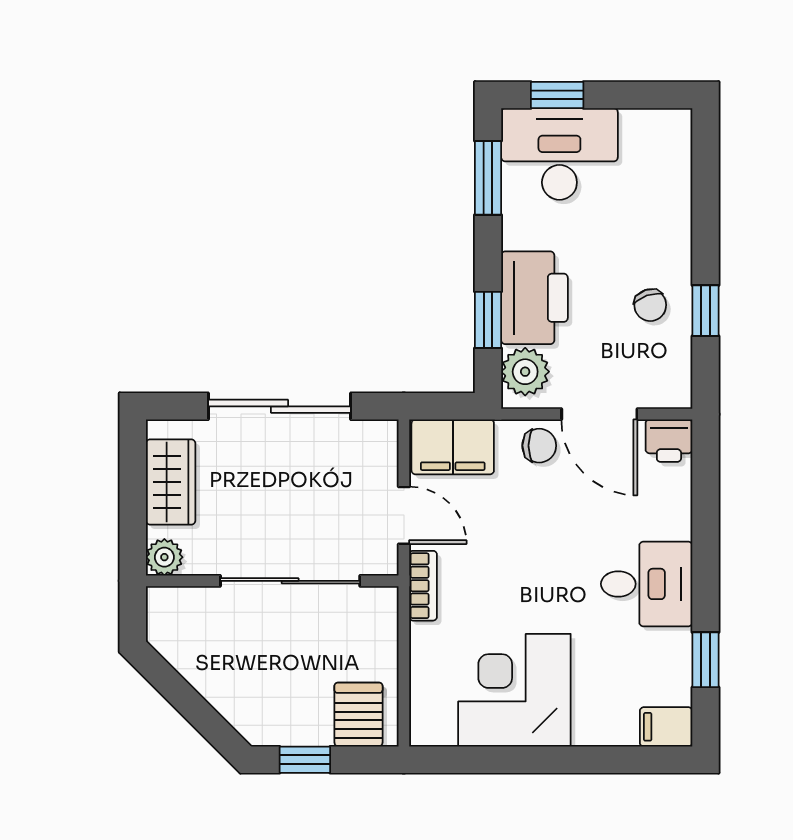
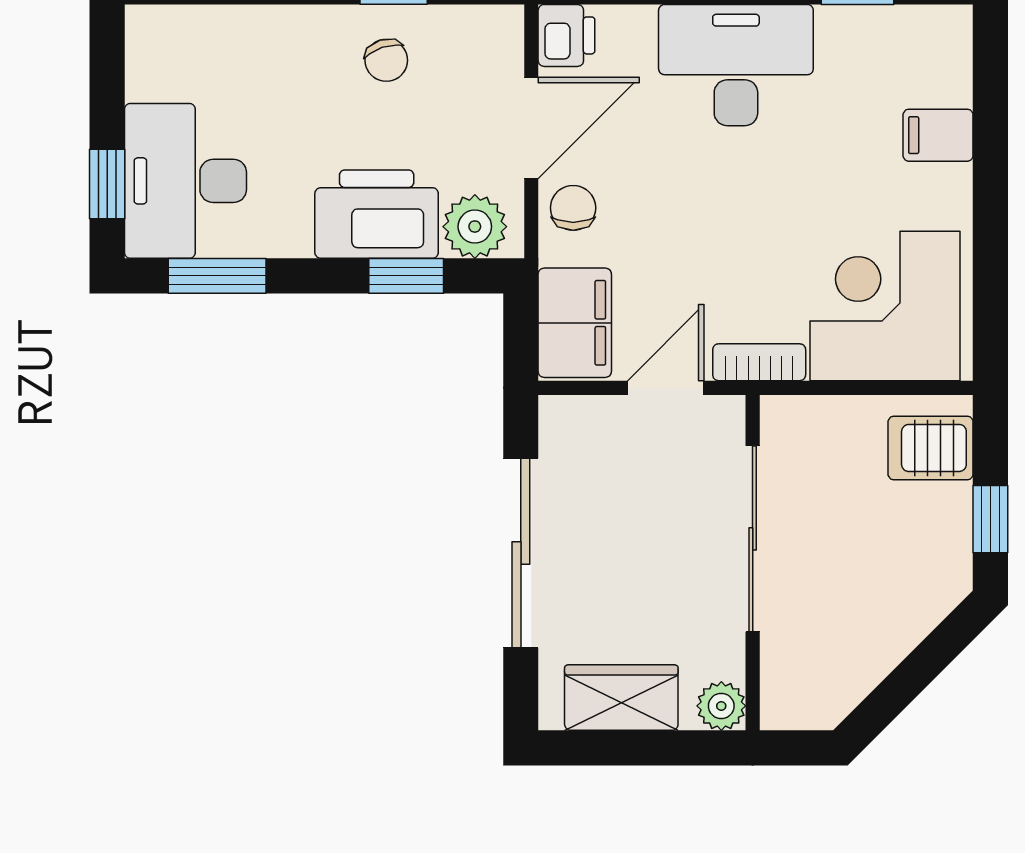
chair: (650, 305) -> (386, 60), turned 91
desk: (647, 584) -> (736, 65), width x1.37
corner desk: (514, 690) -> (885, 306), moved, turned 90
filing cabinet: (666, 727) -> (938, 135), moved, turned 90

